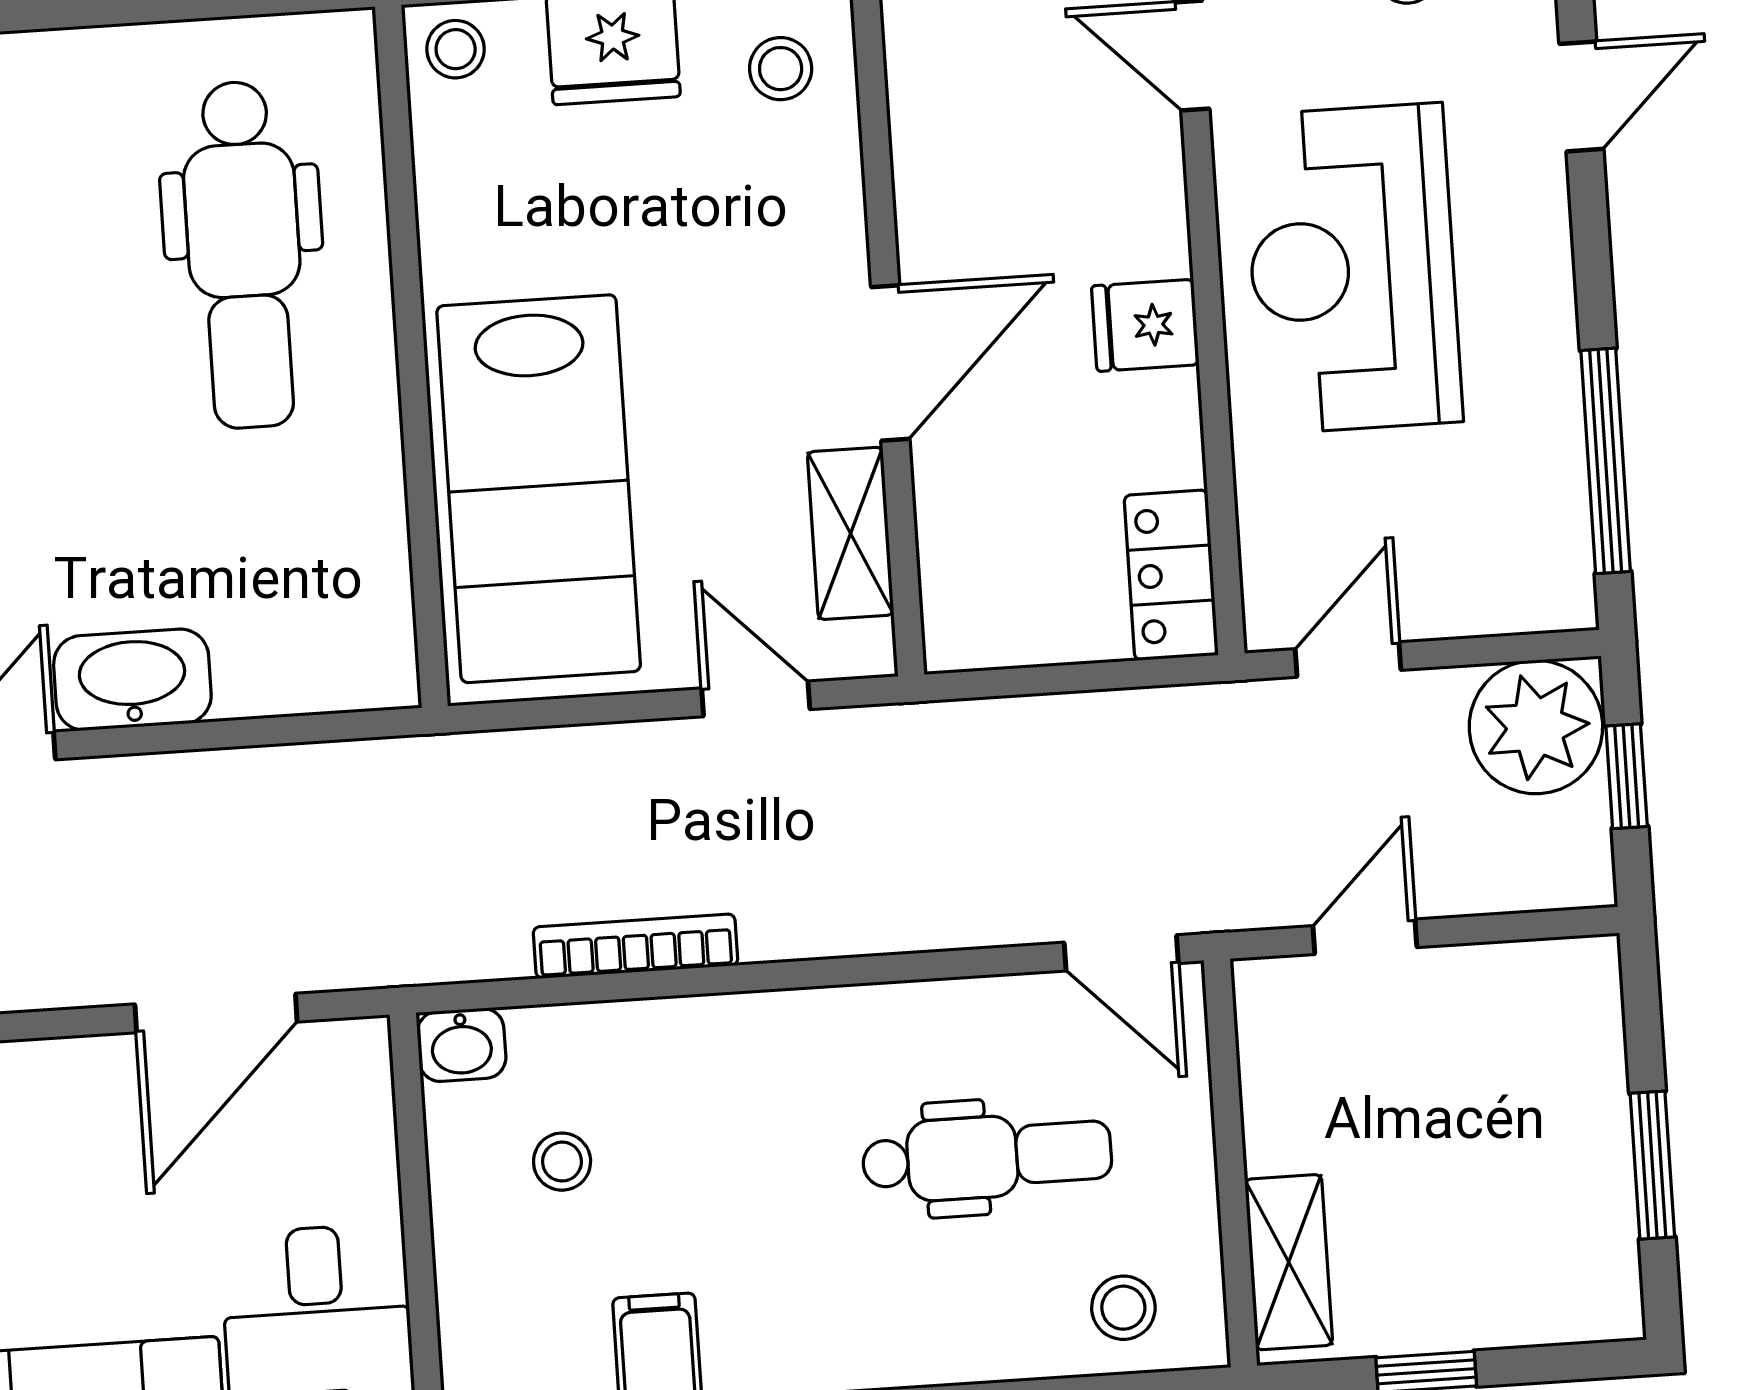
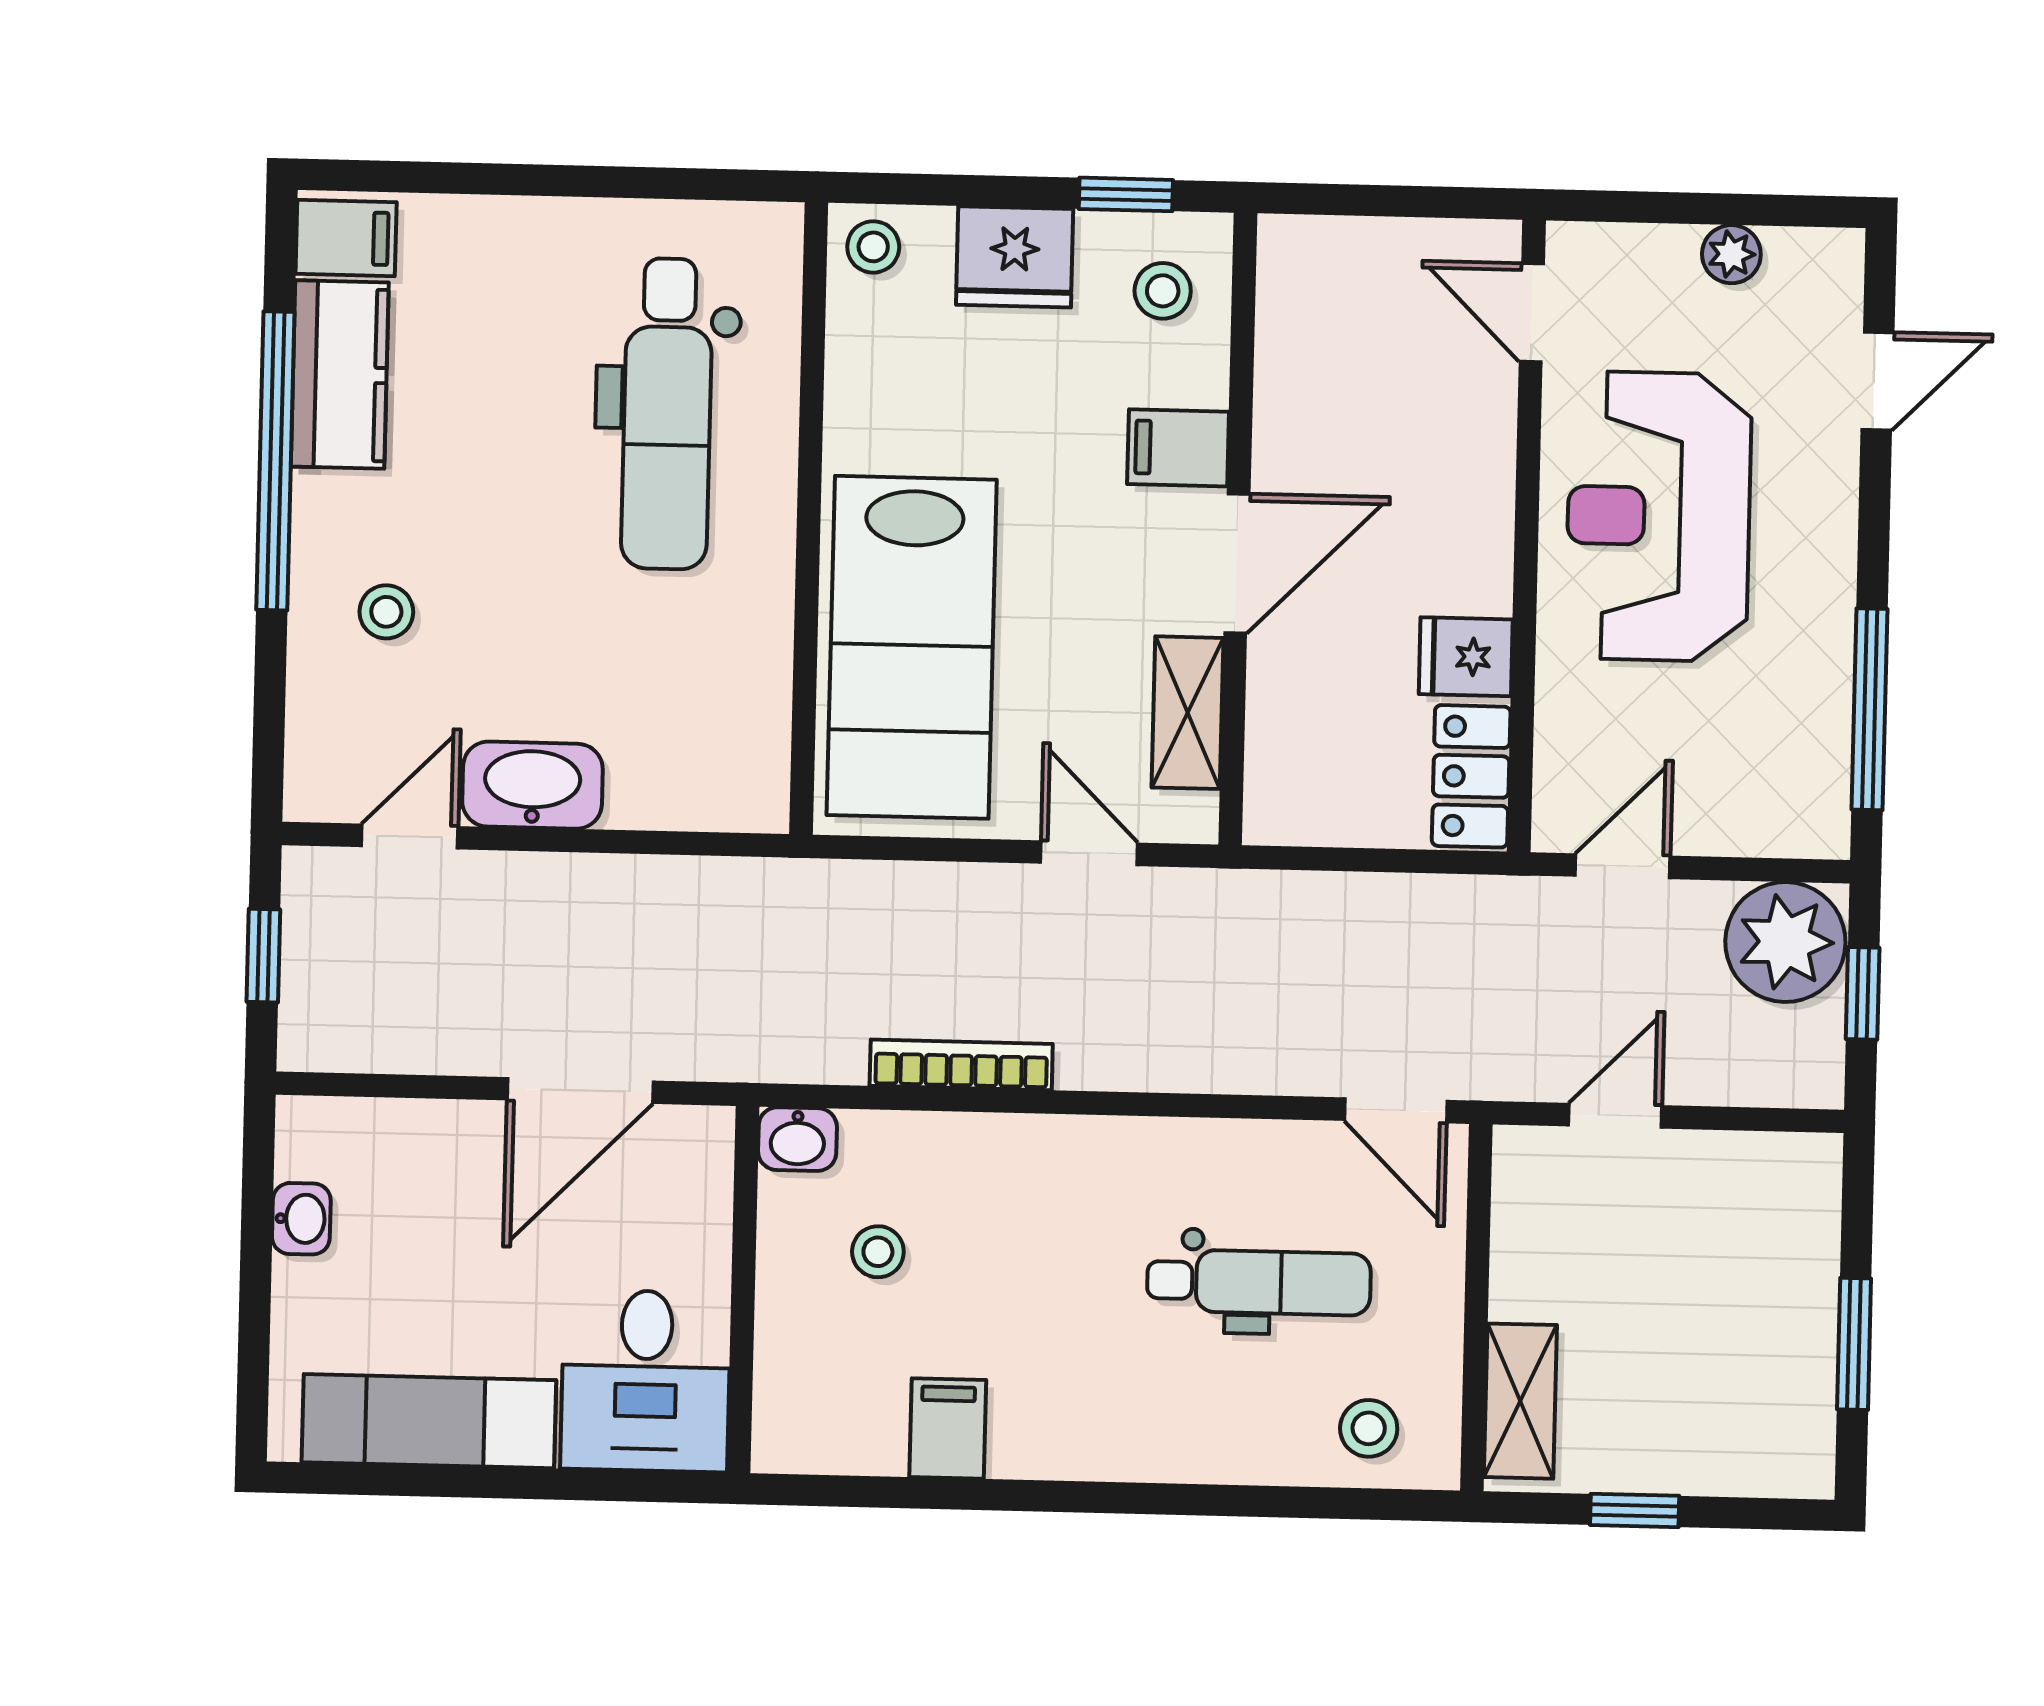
filing cabinet: (813, 241) -> (1178, 448), added
fridge: (1145, 325) -> (1466, 657), moved

